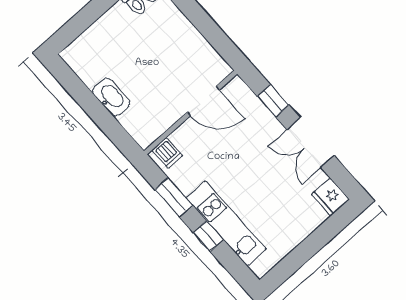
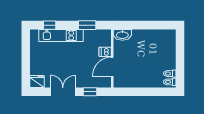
washbasin: (111, 97) -> (122, 35), moved
dishwasher: (167, 153) -> (105, 52), moved
window: (208, 236) -> (50, 25), moved

